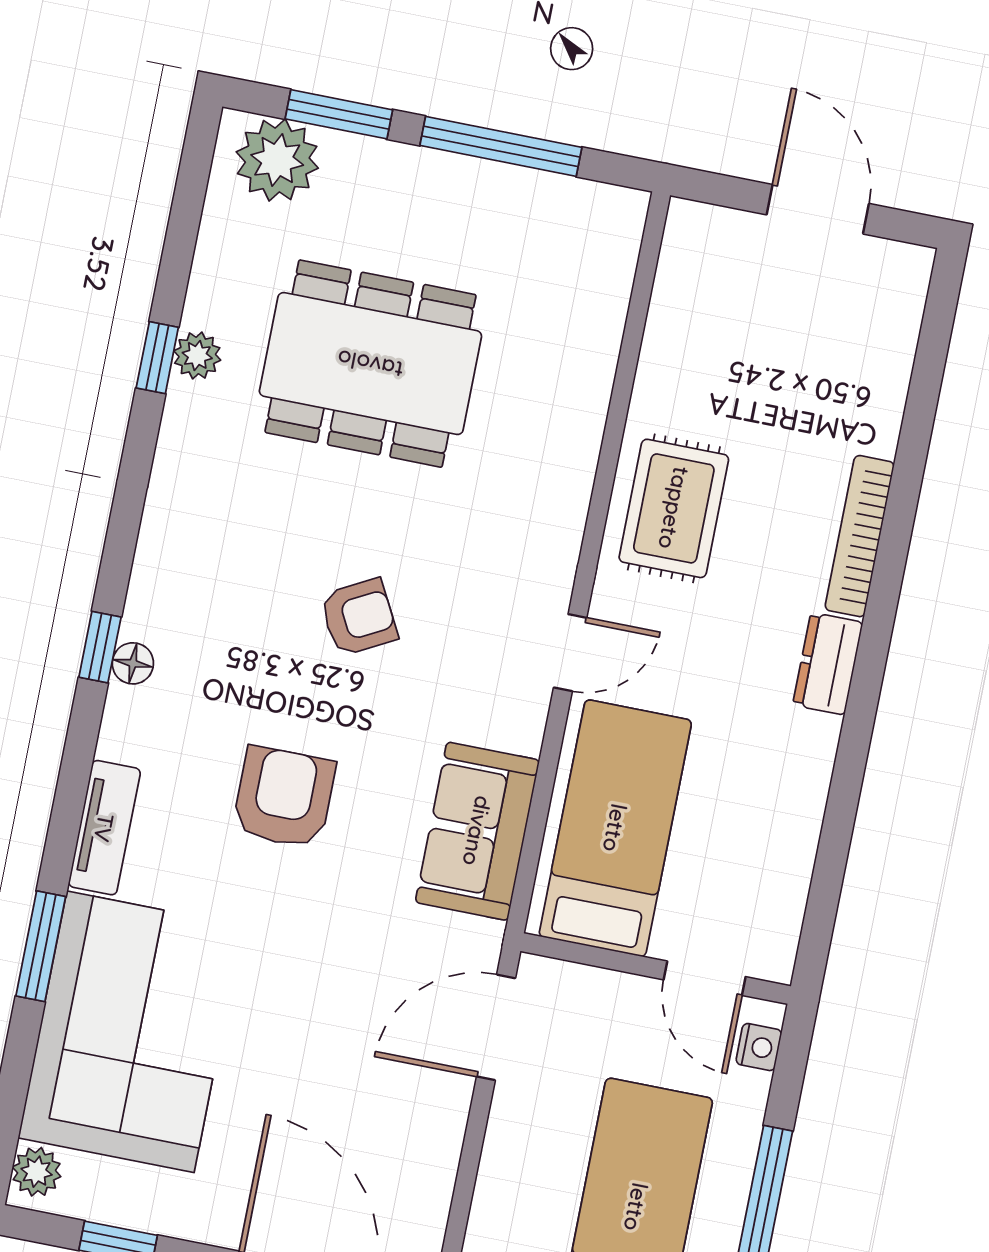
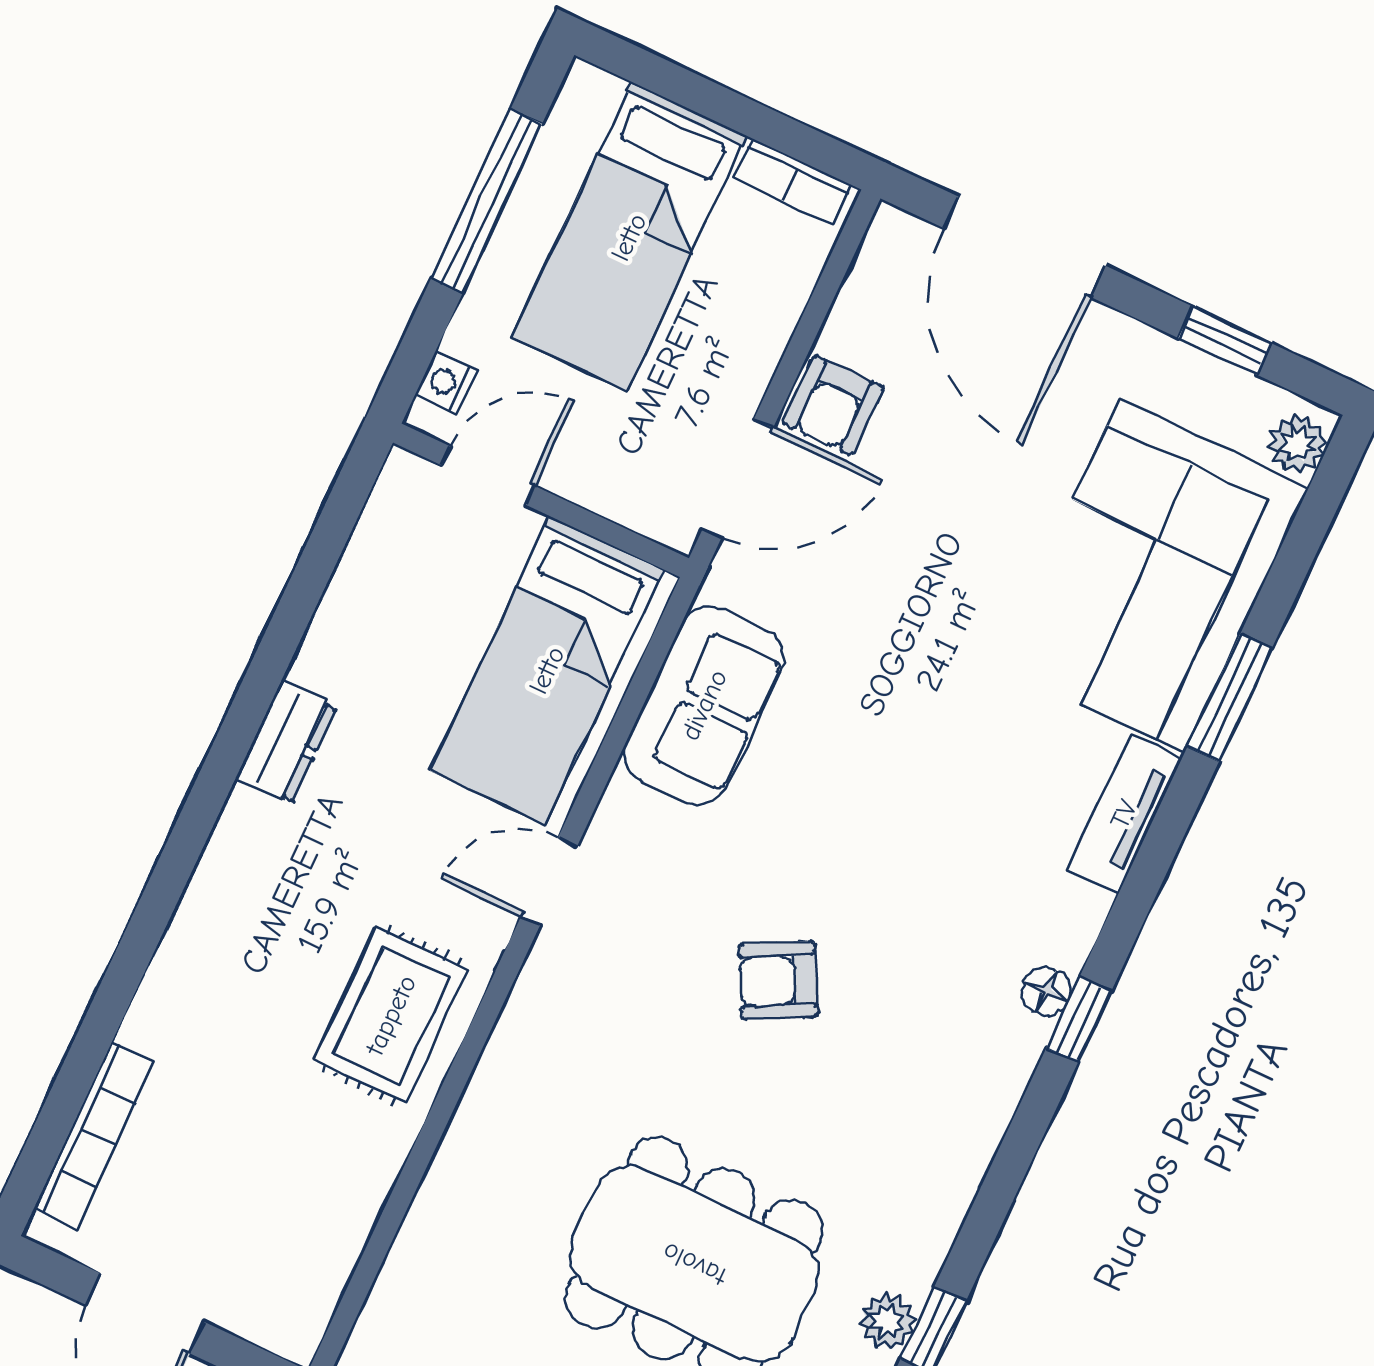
bookcase: (860, 536) -> (94, 1135), moved
dresser: (828, 664) -> (287, 742), moved
armchair: (284, 797) -> (833, 405), moved, width x0.72, depth x0.72
door: (705, 978) -> (488, 476), hinge flipped

